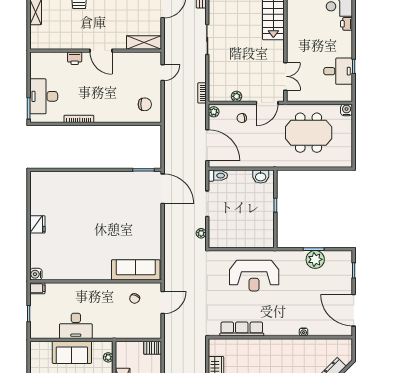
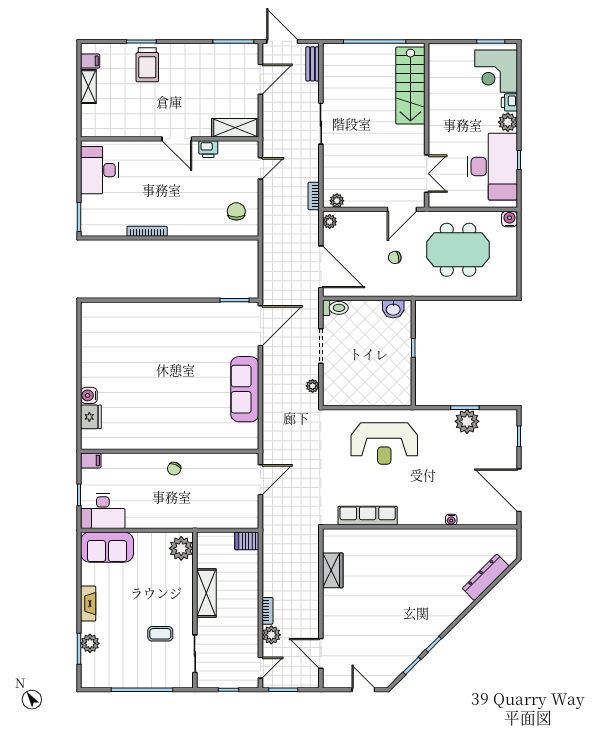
plant: (345, 38) -> (508, 122), added
printer: (75, 58) -> (208, 149), moved
desk: (338, 71) -> (492, 167), width x1.87, depth x1.30
desk: (44, 96) -> (99, 170), moved
plant: (236, 96) -> (337, 201), moved
chair: (145, 104) -> (236, 211), turned -90
chair: (242, 118) -> (395, 257), moved
door: (163, 189) -> (260, 326), hinge flipped
fridge: (37, 224) -> (91, 417), moved
sofa: (136, 270) -> (245, 389), moved, turned -90
water cooler: (36, 274) -> (89, 395), moved
chair: (135, 298) -> (174, 469), moved
desk: (76, 326) -> (103, 511), moved
sofa: (72, 352) -> (107, 547), moved
plant: (108, 357) -> (181, 548), width x1.88, depth x1.88

